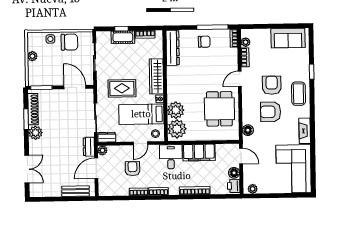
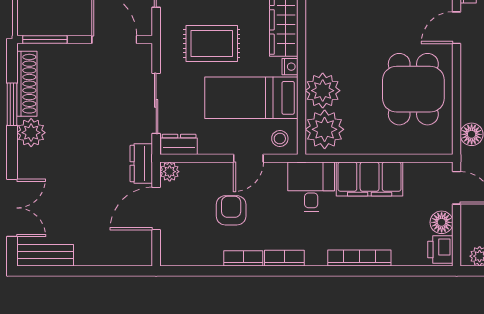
bench: (76, 191) -> (45, 255), moved

